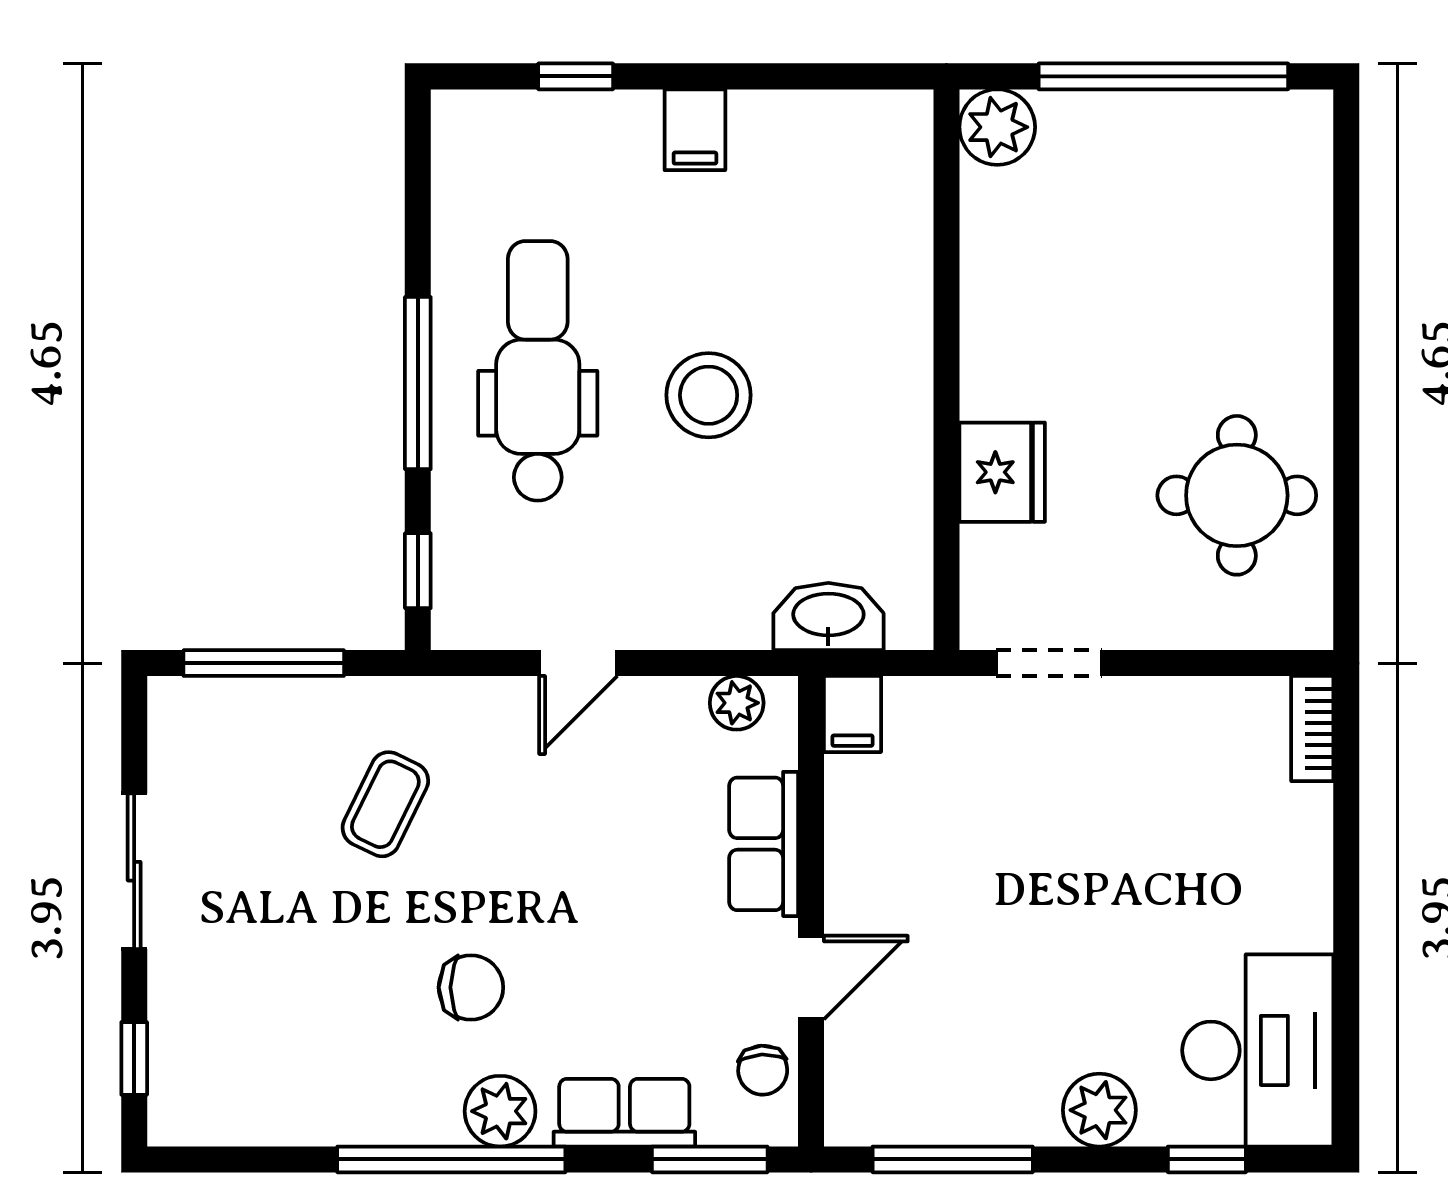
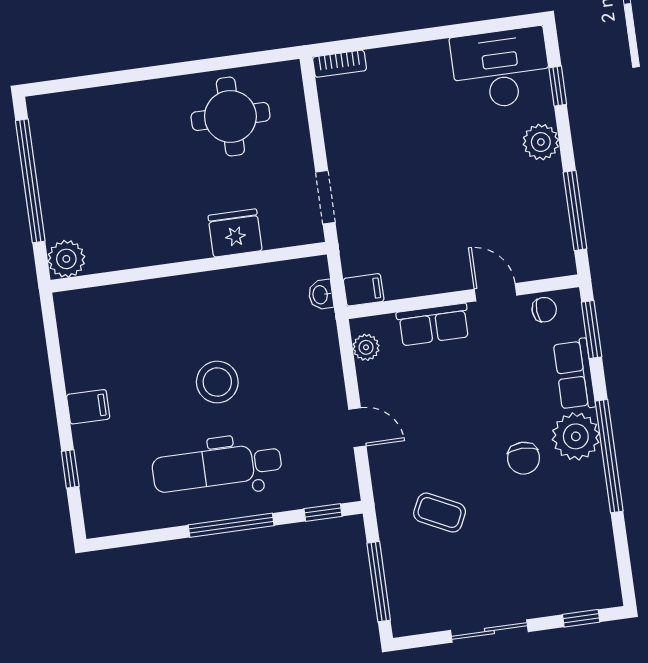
washbasin: (828, 616) -> (321, 295), width x0.52, depth x0.69
chair: (471, 987) -> (524, 458), turned 180
plant: (500, 1111) -> (576, 436), width x1.36, depth x1.36

